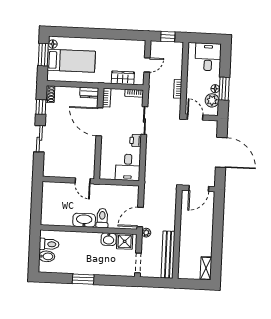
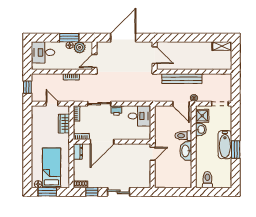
bench: (168, 255) -> (182, 79), moved
bidet: (47, 256) -> (218, 181), removed
bathtub: (89, 267) -> (225, 145), added

